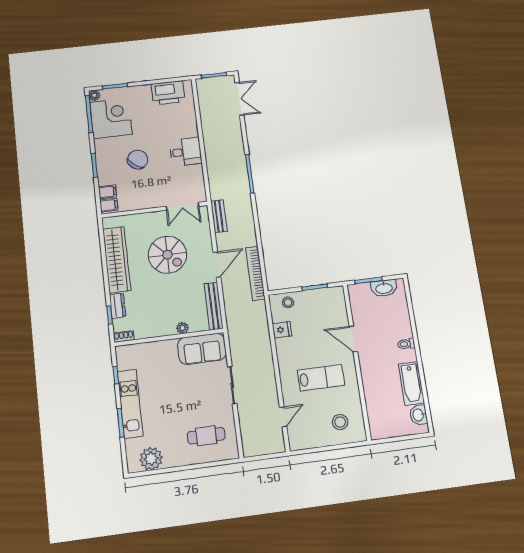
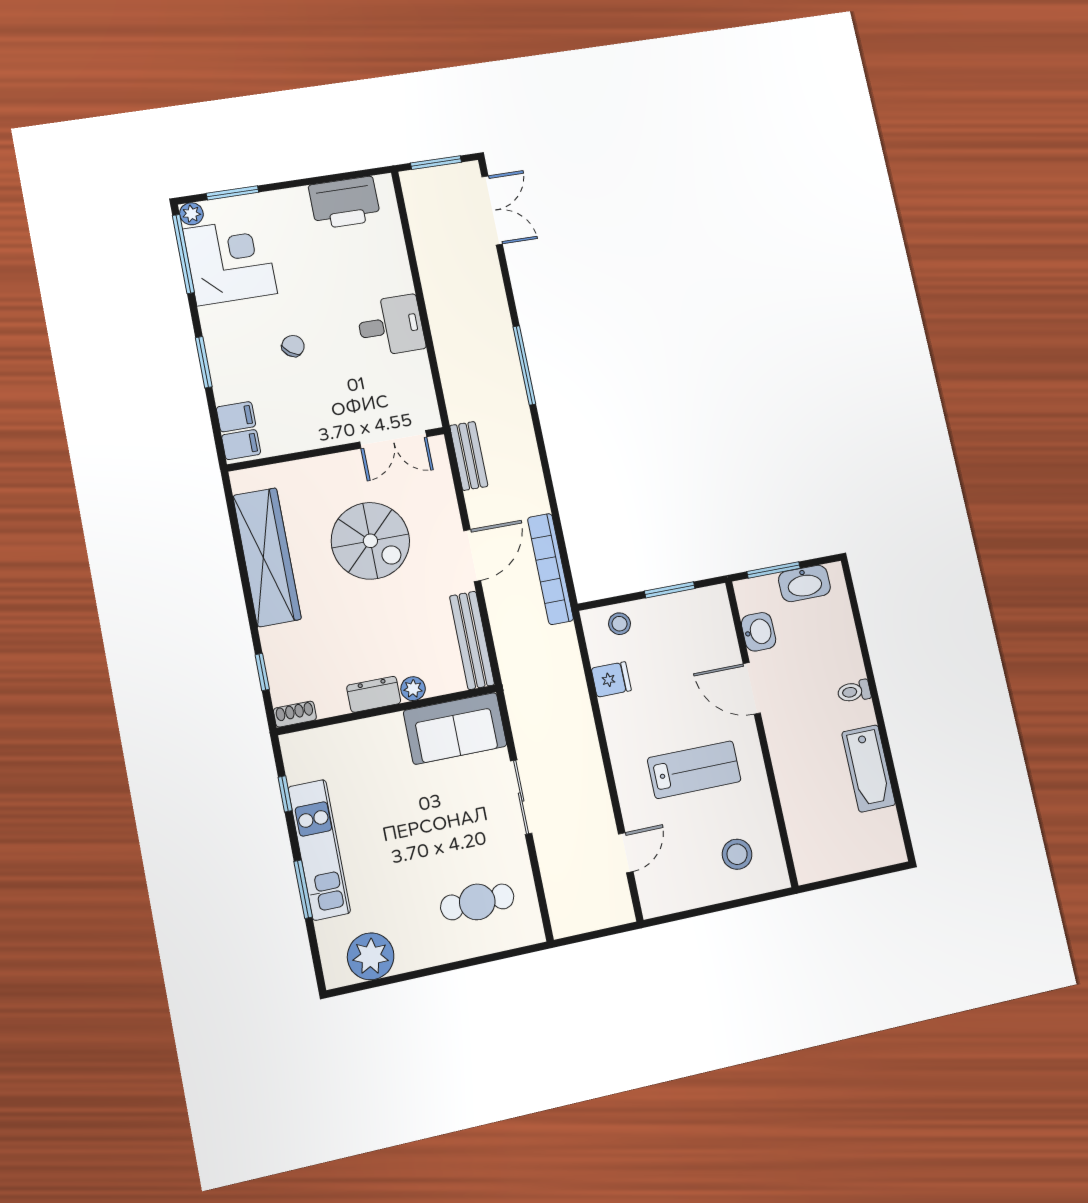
chair: (138, 159) -> (293, 346), width x0.54, depth x0.54
dresser: (118, 306) -> (374, 694), moved, turned -90
washbasin: (419, 415) -> (759, 632), moved, turned 180

